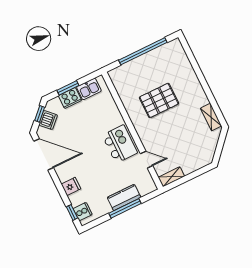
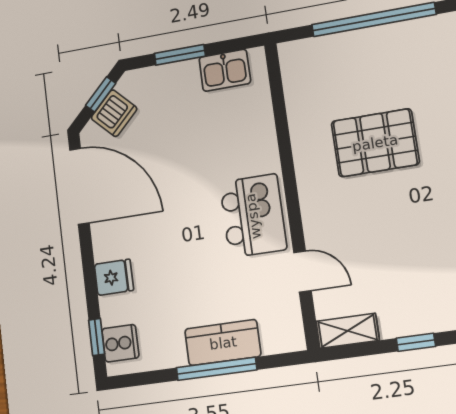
cooker: (70, 98) -> (177, 79), removed
window: (198, 173) -> (416, 342), added

